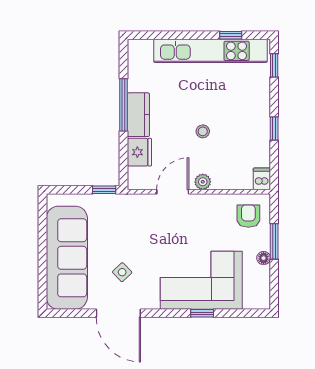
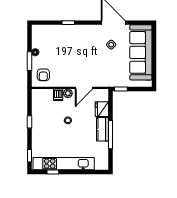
dishwasher: (262, 179) -> (58, 95), moved
corner sofa: (201, 280) -> (69, 40), removed

